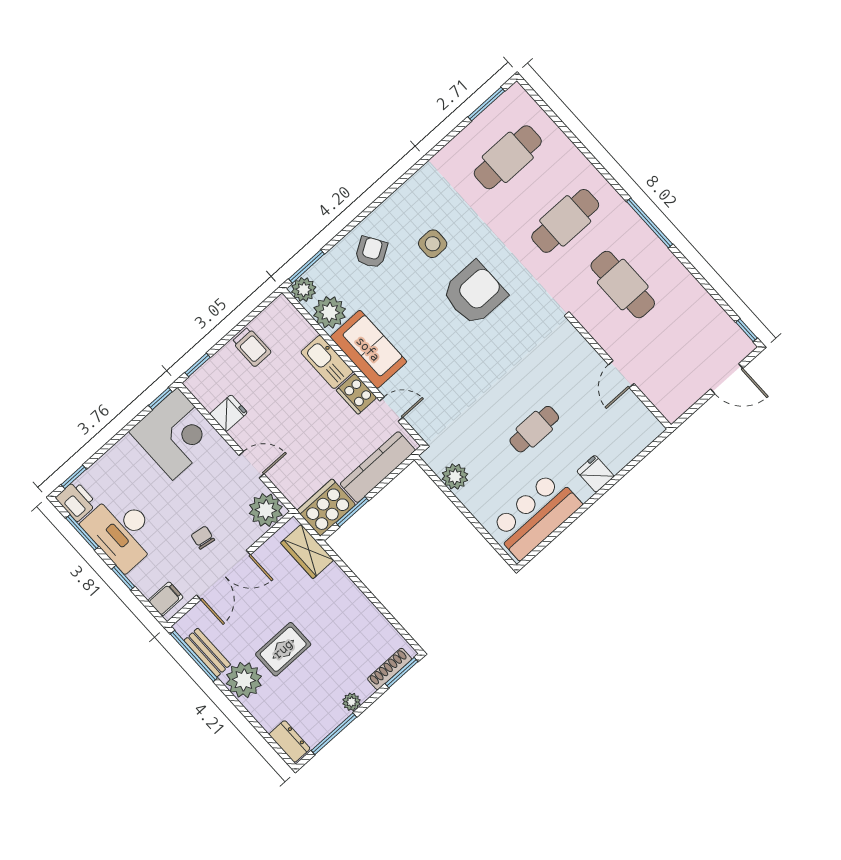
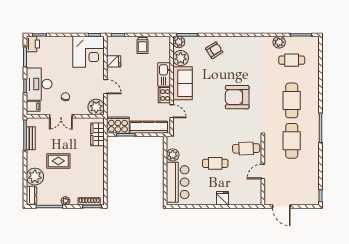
plant: (462, 147) -> (279, 42), added
cafe table: (508, 157) -> (292, 60), width x0.73, depth x0.74
cafe table: (565, 221) -> (292, 100), turned 90
side table: (433, 244) -> (238, 67), removed
armchair: (474, 293) -> (237, 97), turned 180
cafe table: (562, 362) -> (246, 148), added
door: (727, 379) -> (281, 206), moved
bar counter: (536, 516) -> (178, 182), moved, turned 90
desk: (122, 531) -> (39, 84), moved
double door: (224, 575) -> (61, 116), width x0.73
plant: (244, 680) -> (35, 177), moved

